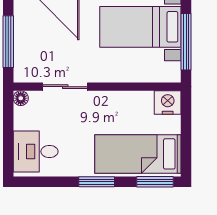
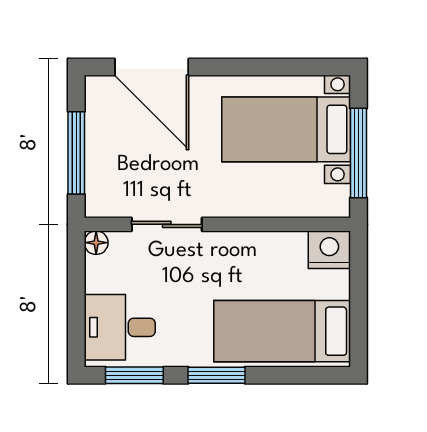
window: (155, 182) -> (134, 375), moved

